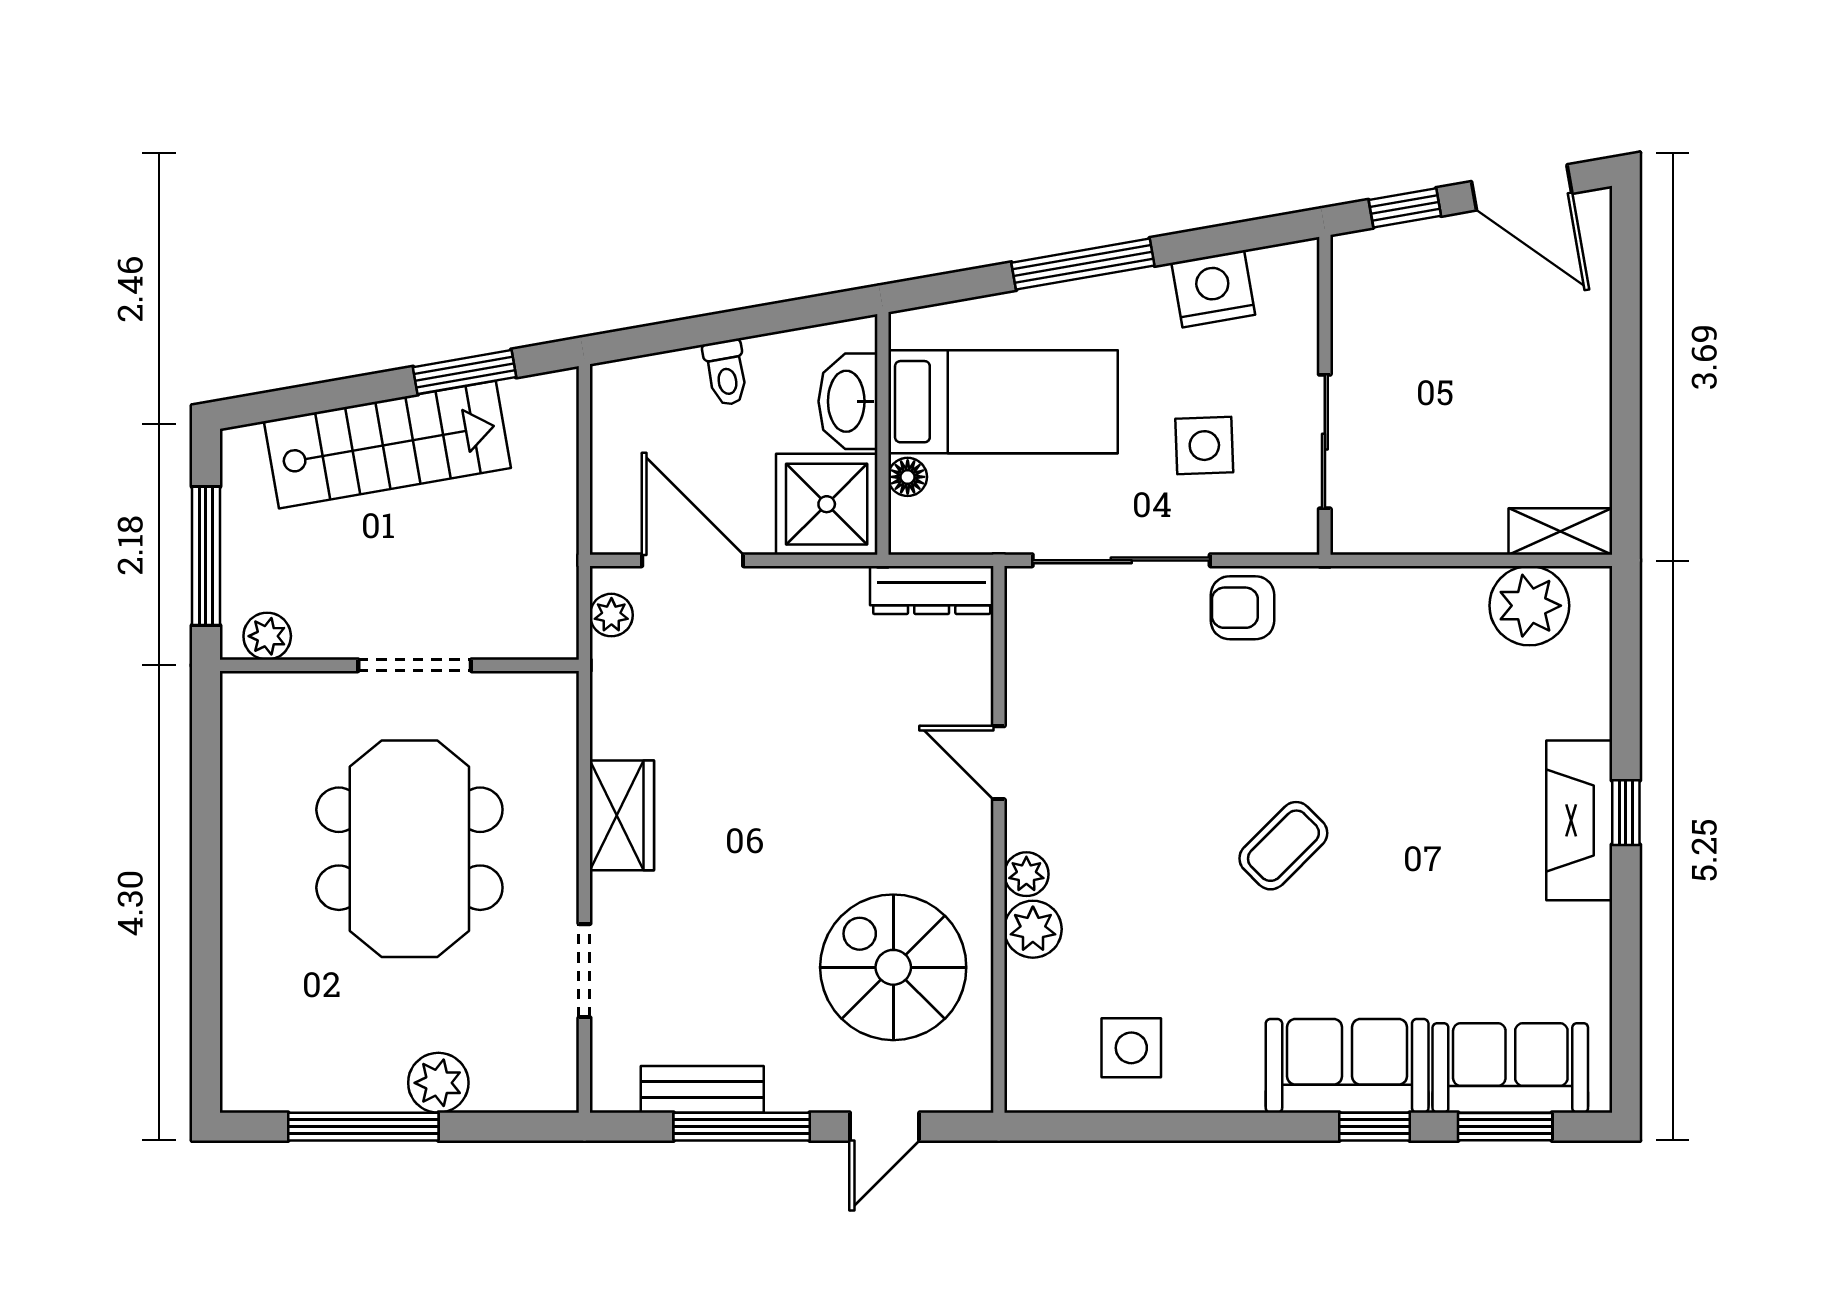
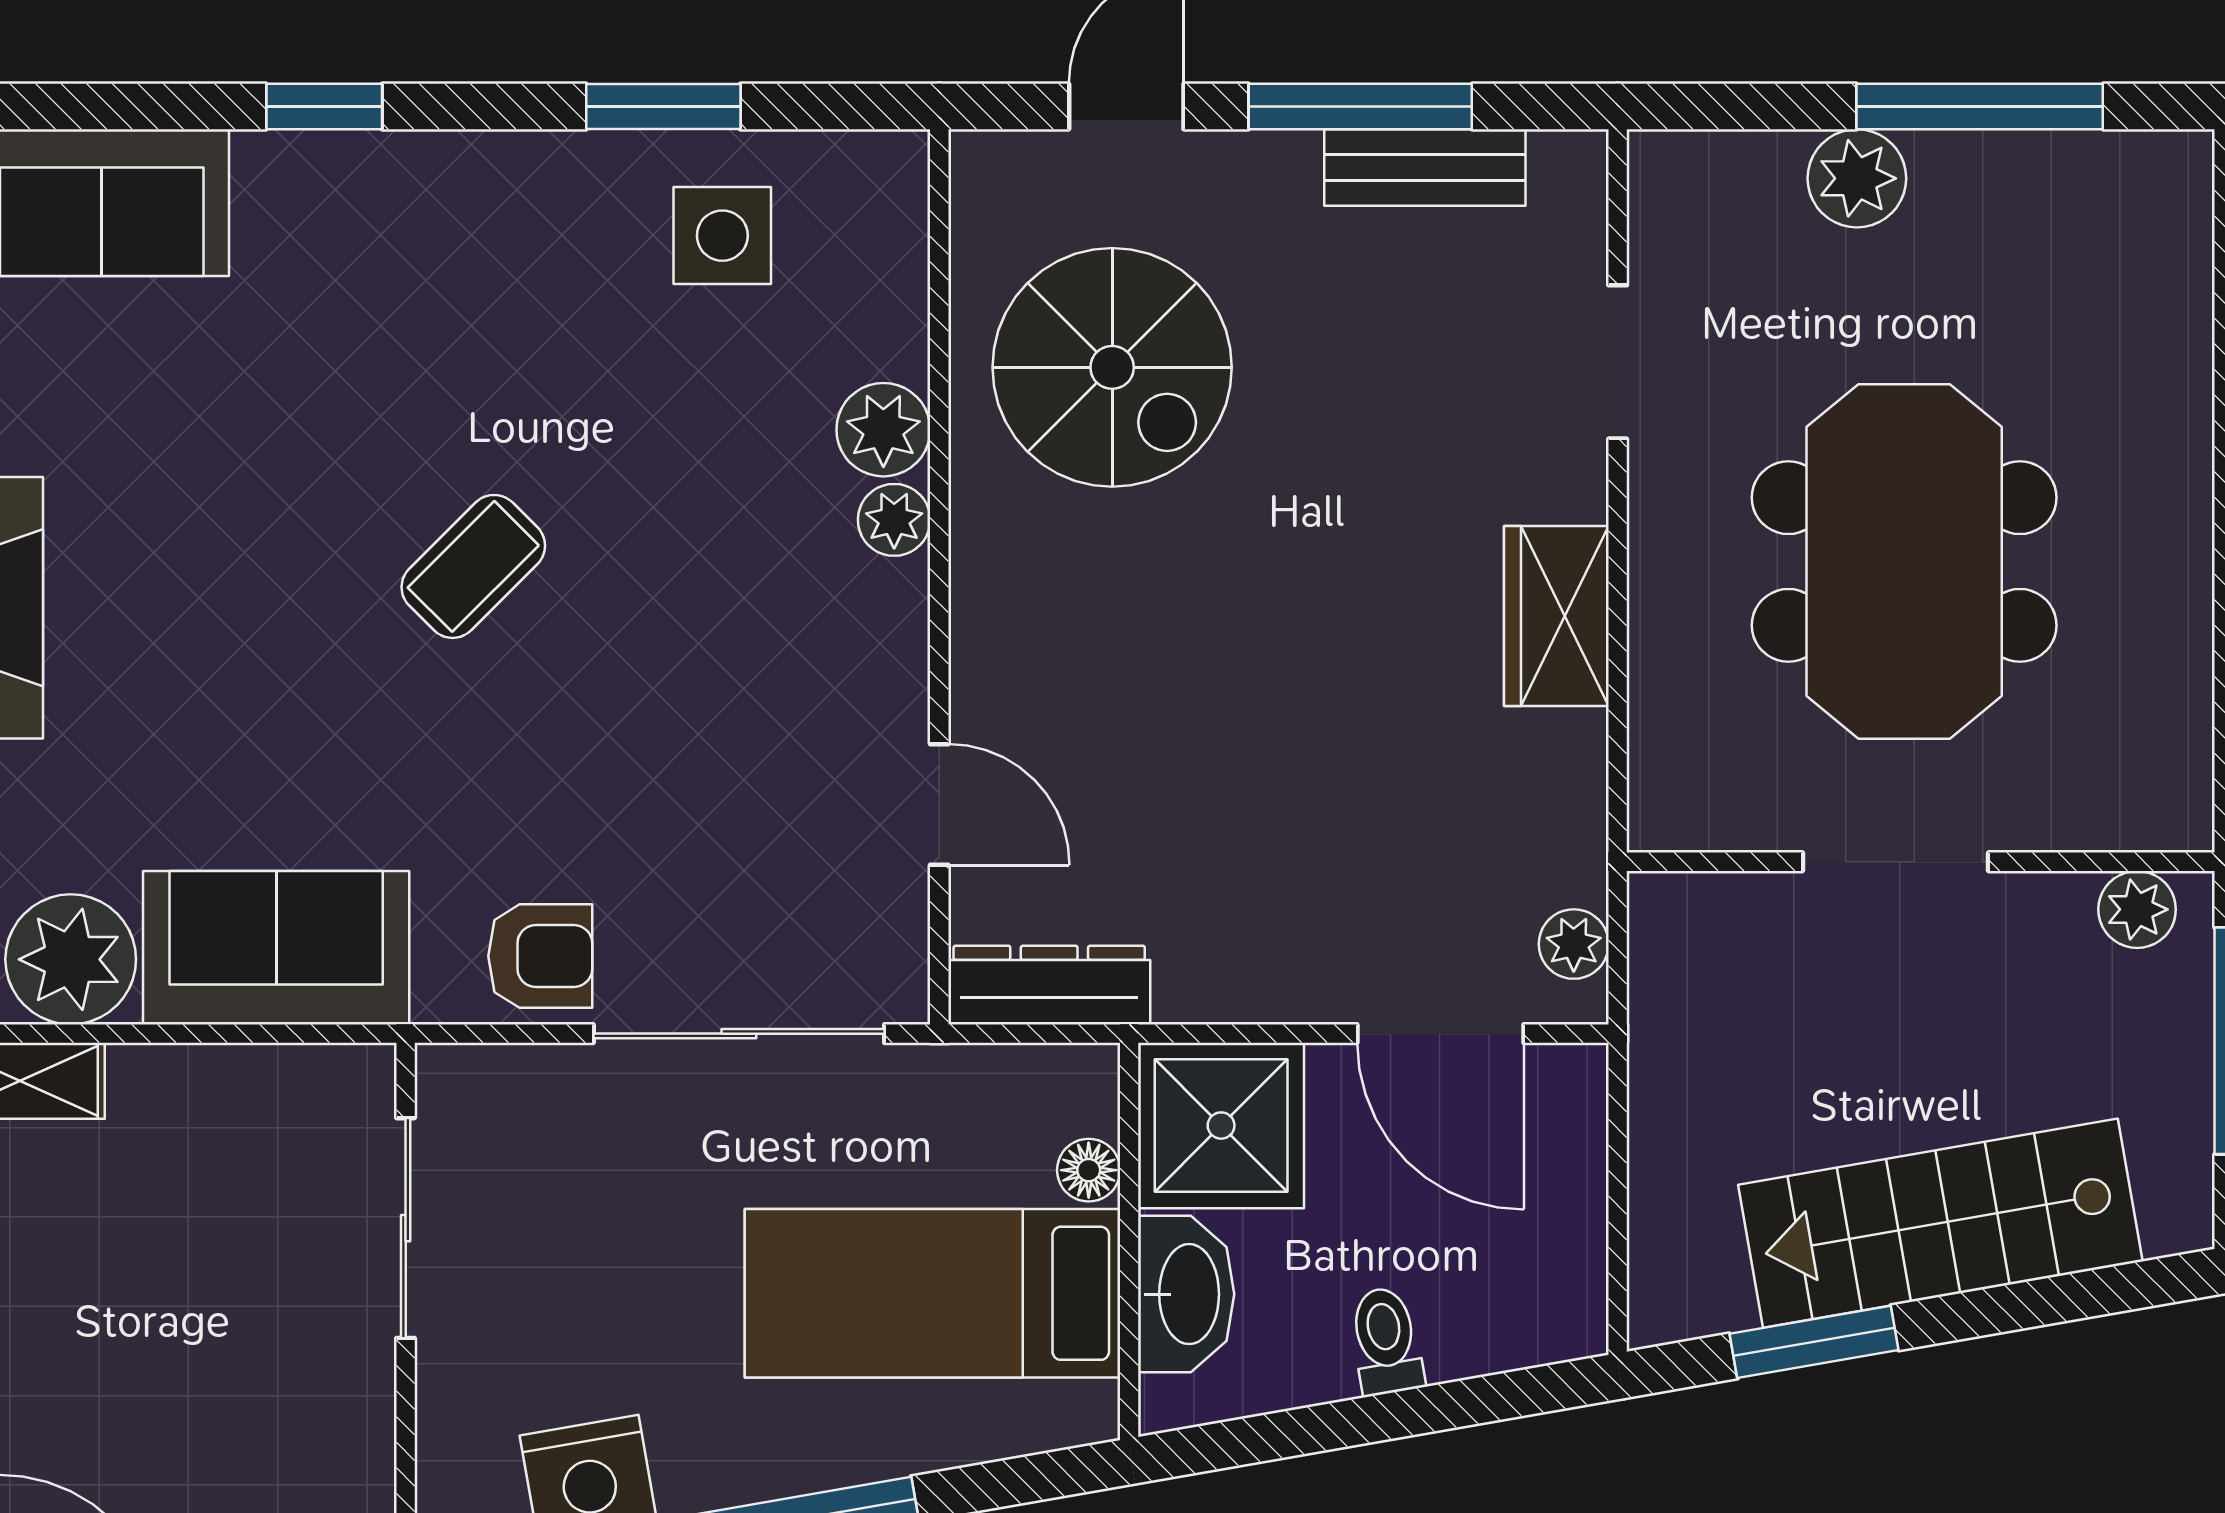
side table: (1204, 446) -> (603, 1222), removed
door: (999, 763) -> (939, 805), moved
sofa: (1347, 1066) -> (276, 948), moved, turned 180
window: (1505, 1127) -> (663, 106), moved

